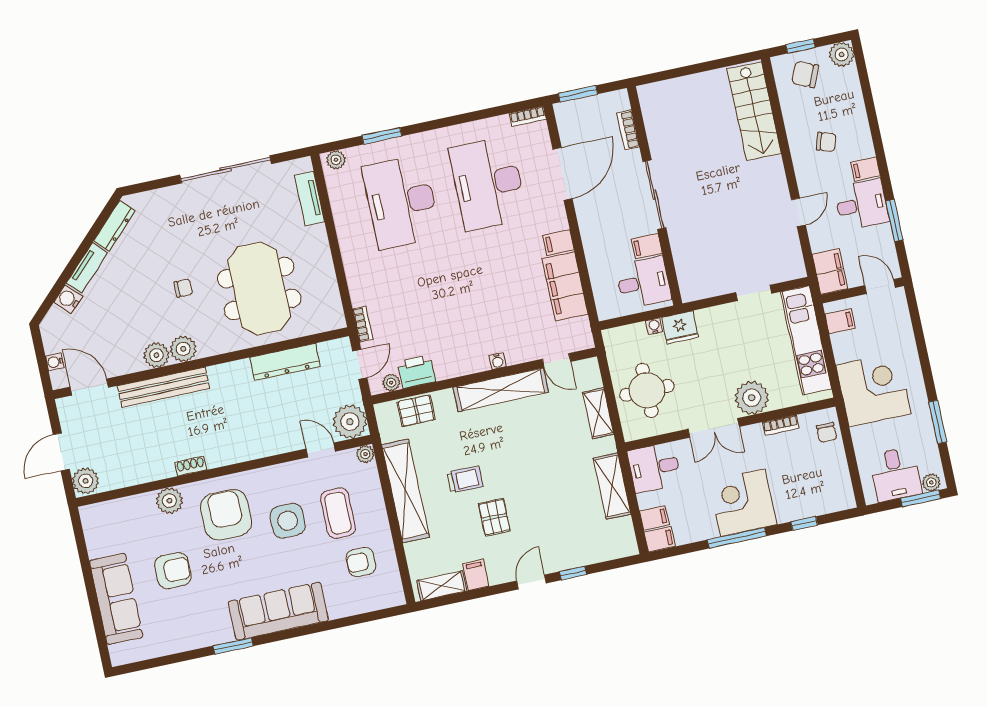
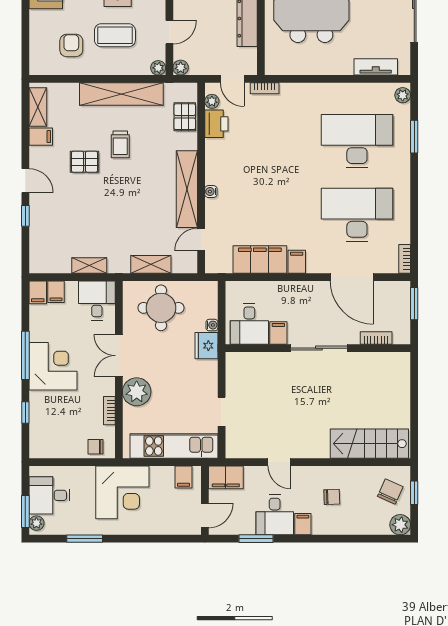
chair: (826, 142) -> (332, 497), turned -110
plant: (350, 422) -> (181, 68), width x0.53, depth x0.53
shelving: (612, 486) -> (89, 265), width x0.67, depth x0.75

